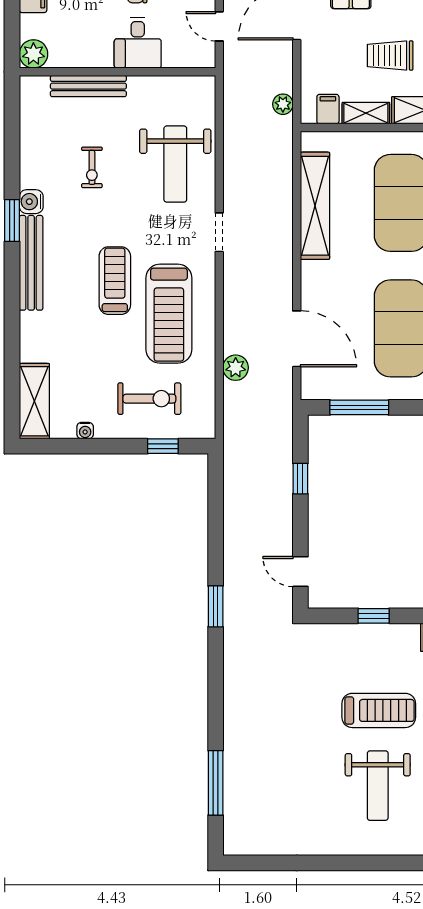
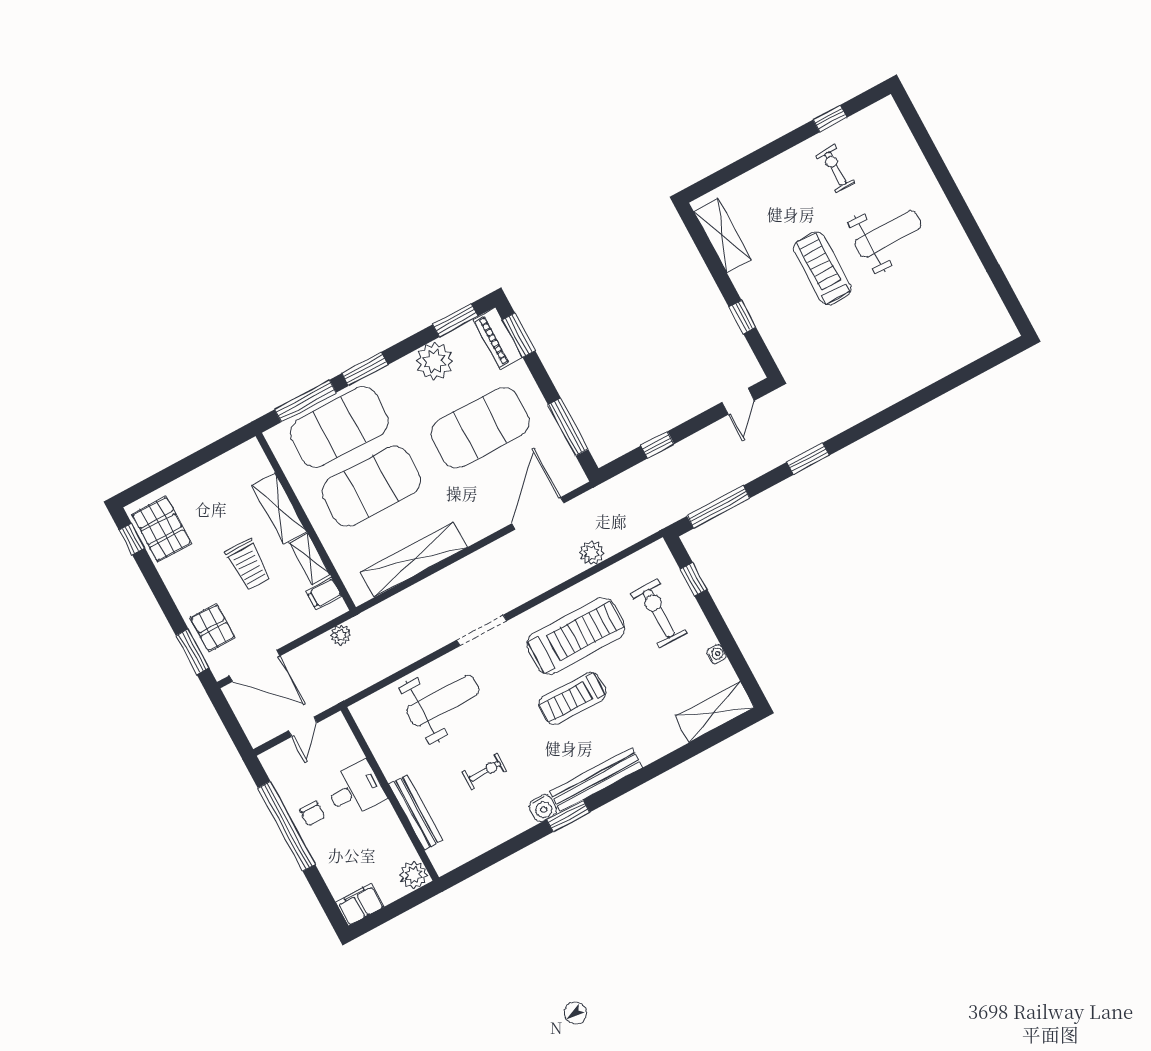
doorway: (219, 232) -> (482, 630), width x1.38
window: (216, 783) -> (718, 507), moved

